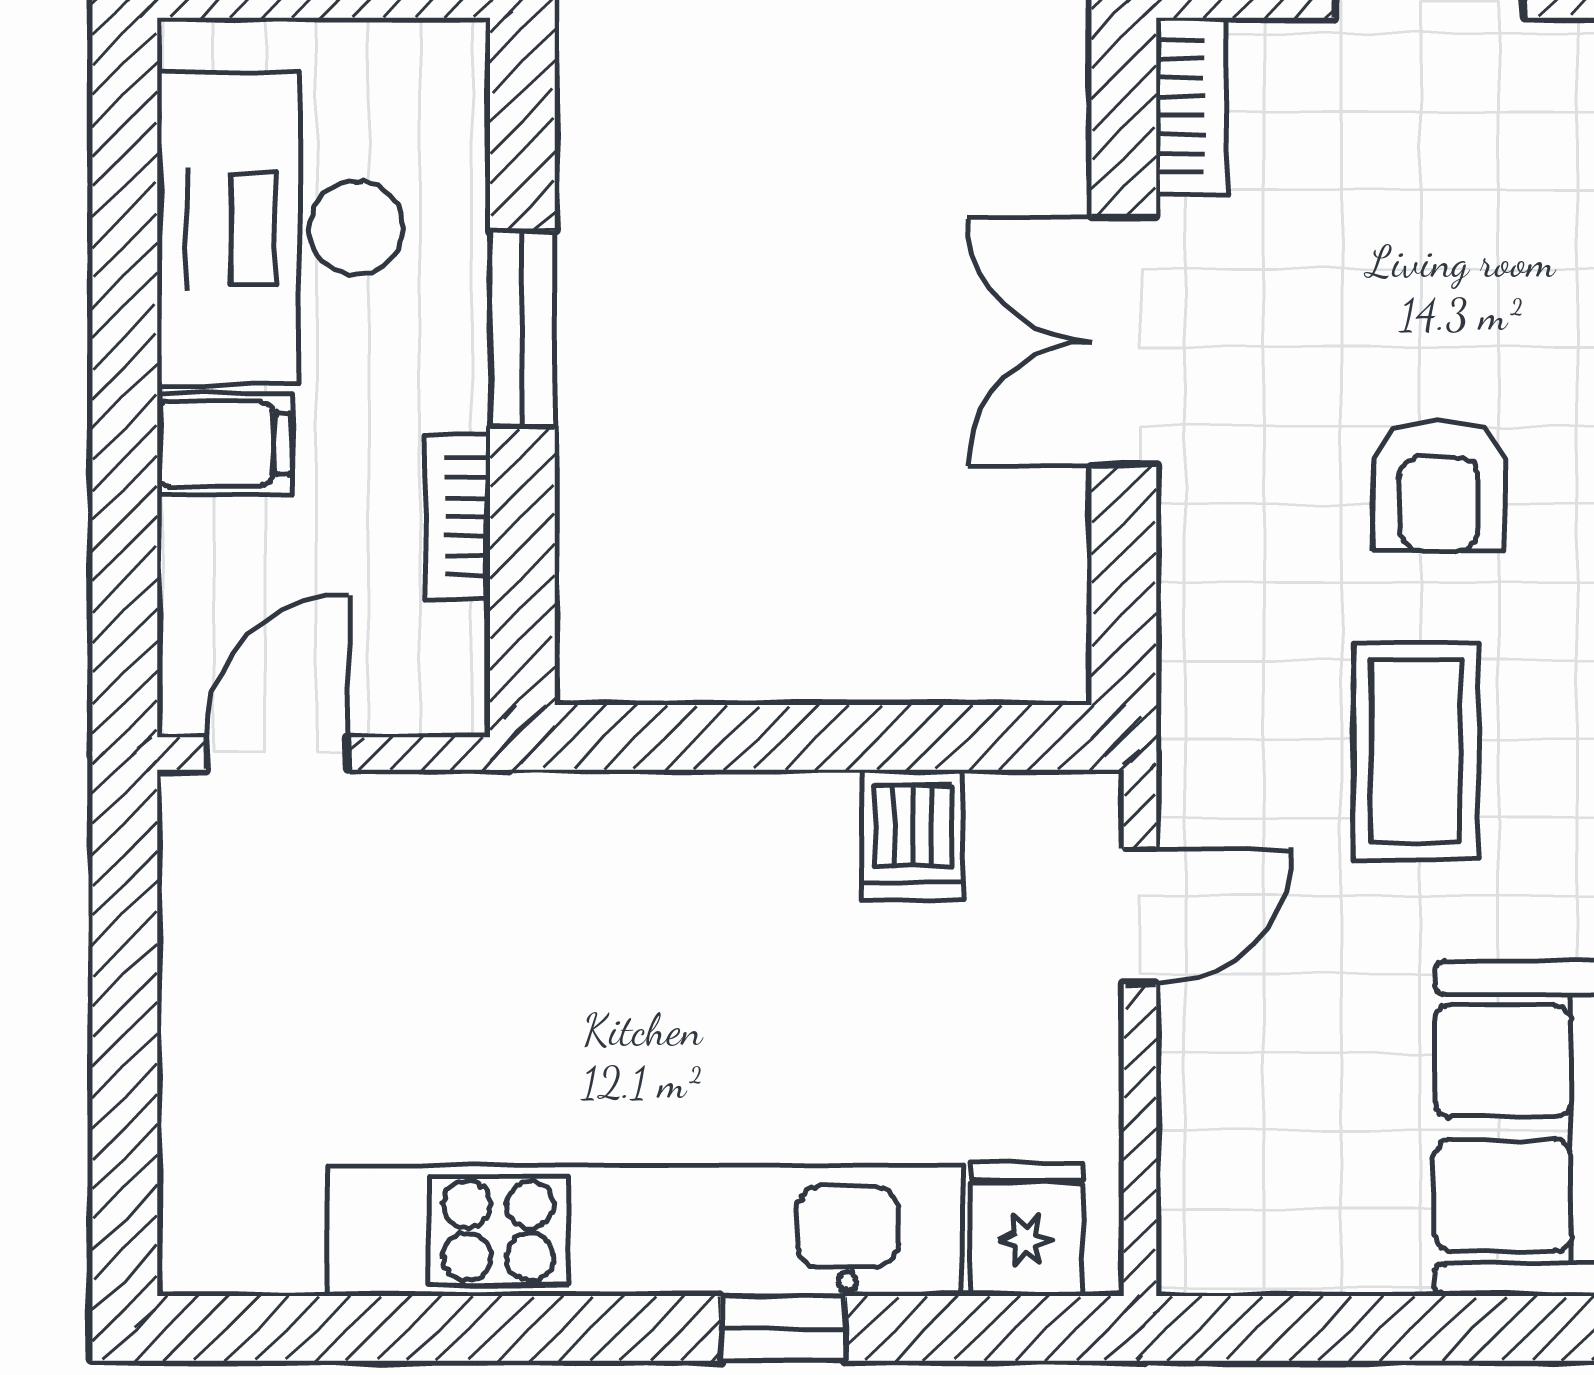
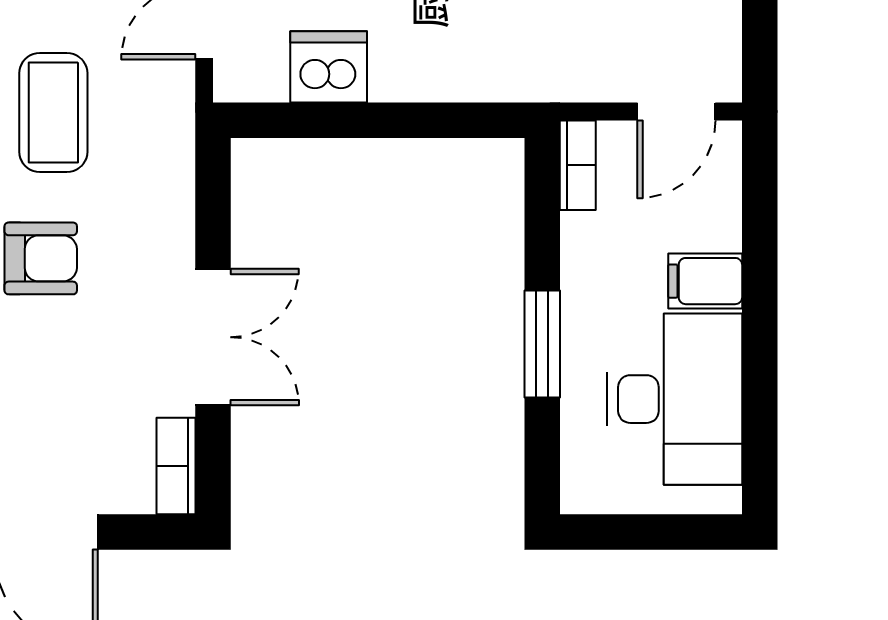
armchair: (1439, 485) -> (41, 258), turned 90
bookcase: (457, 517) -> (578, 165), moved
dishwasher: (912, 835) -> (329, 67), width x1.38

